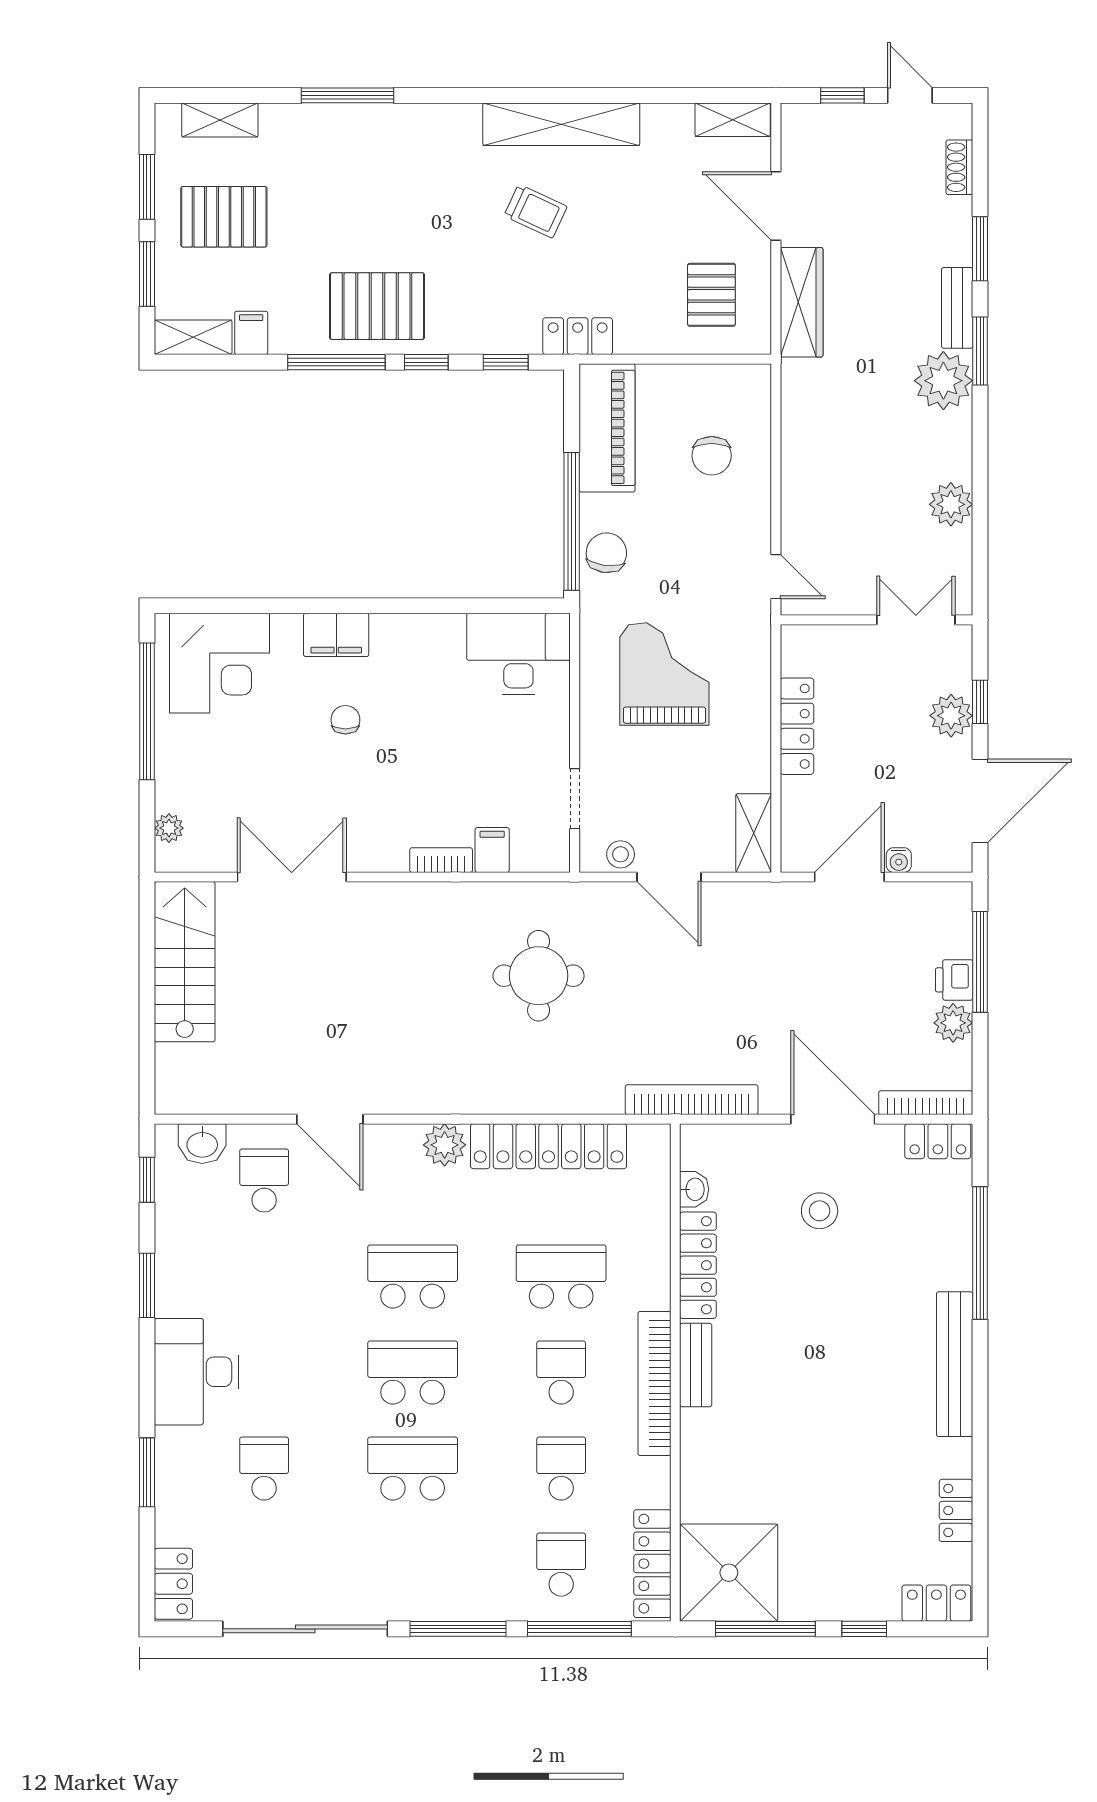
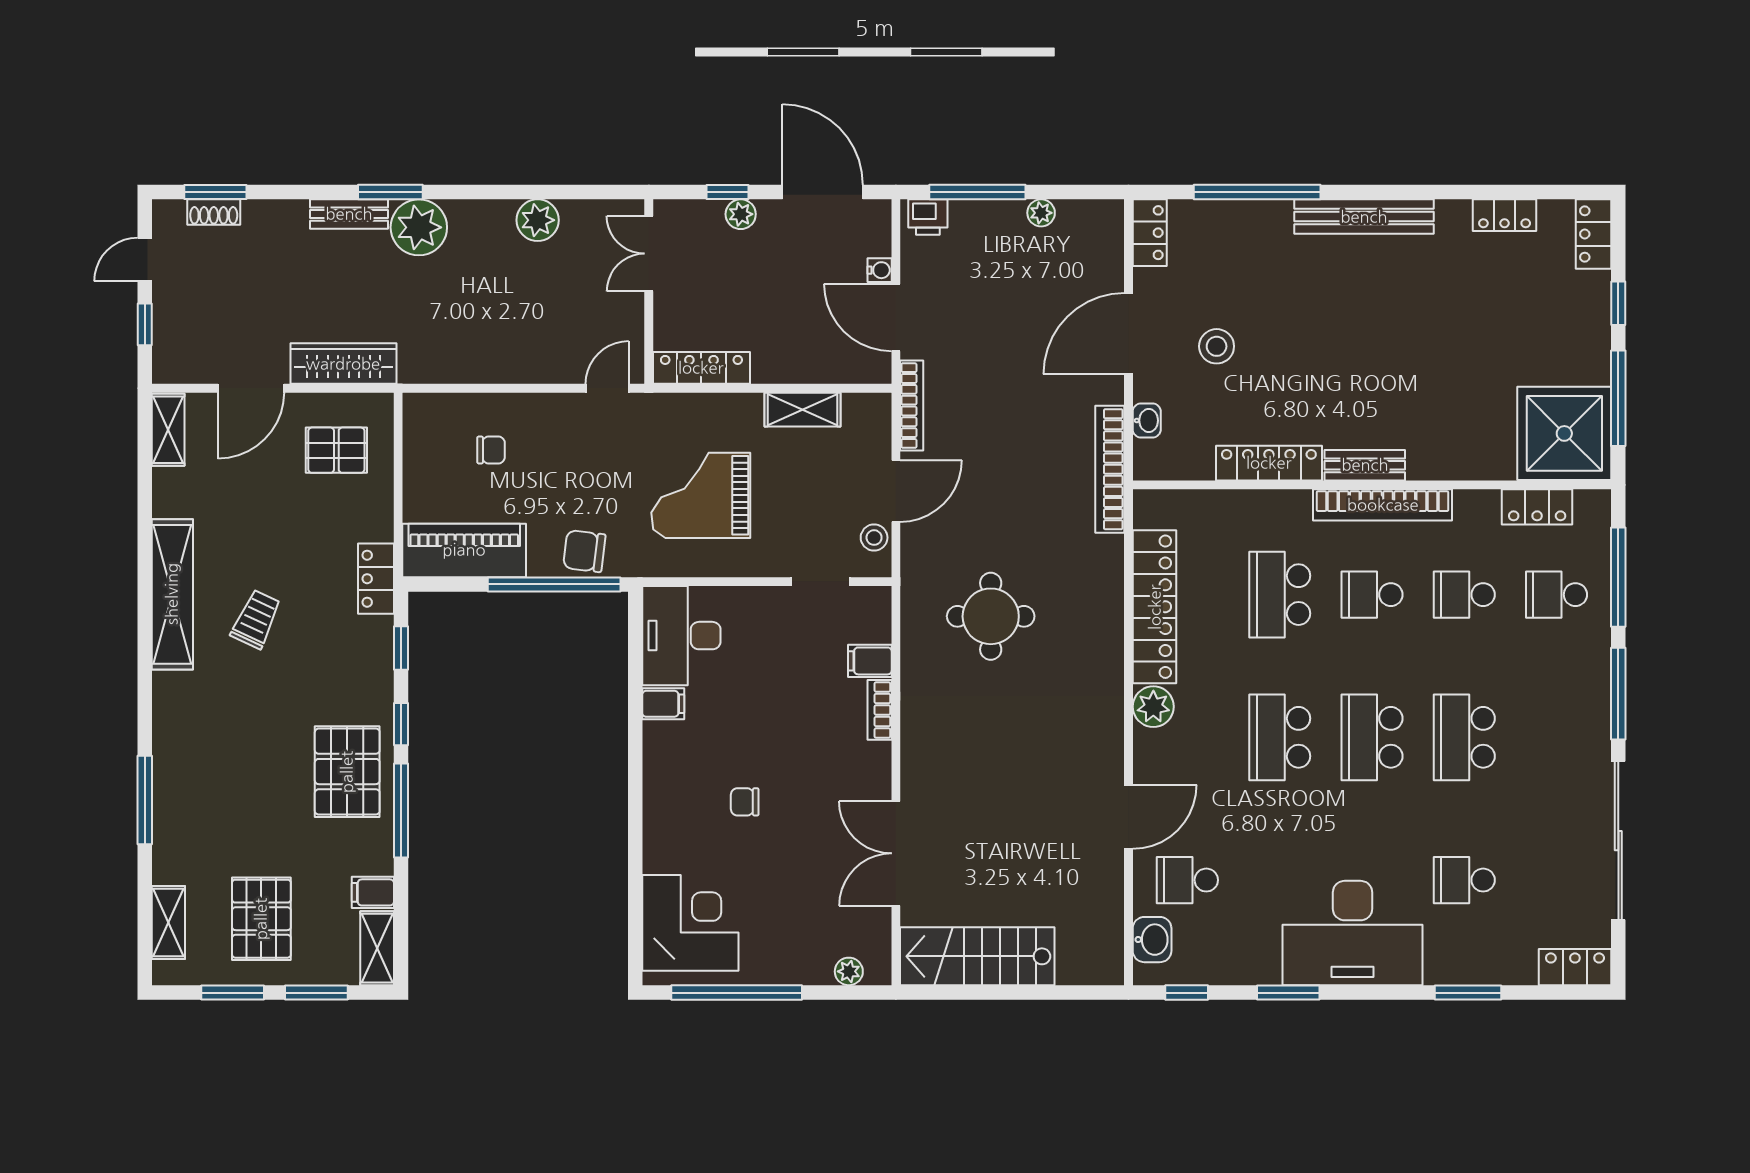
window: (980, 249) -> (215, 192), moved
chair: (712, 456) -> (491, 450), width x0.73, depth x0.73
filing cabinet: (336, 635) -> (663, 704), moved, width x0.50
plant: (951, 716) -> (741, 214), width x0.73, depth x0.73
locker: (797, 726) -> (701, 368), moved
shelving: (754, 833) -> (803, 410), moved
printer: (954, 980) -> (928, 217), moved
plant: (953, 1023) -> (1041, 213), width x0.73, depth x0.73
bookcase: (926, 1103) -> (912, 406), moved, turned 180
washbasin: (694, 1189) -> (1147, 421), moved, turned 90
desk: (196, 1372) -> (1353, 933), width x1.36, depth x1.30
locker: (652, 1564) -> (1537, 507), width x0.66

